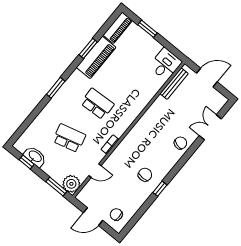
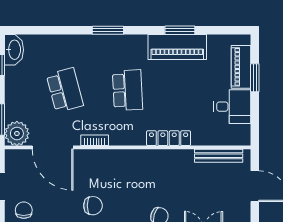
piano: (118, 28) -> (241, 67), moved, turned 90
desk: (165, 64) -> (232, 107), moved
locker: (142, 103) -> (169, 138), added
washbasin: (35, 157) -> (14, 50), moved
door: (95, 171) -> (53, 147), width x1.88

